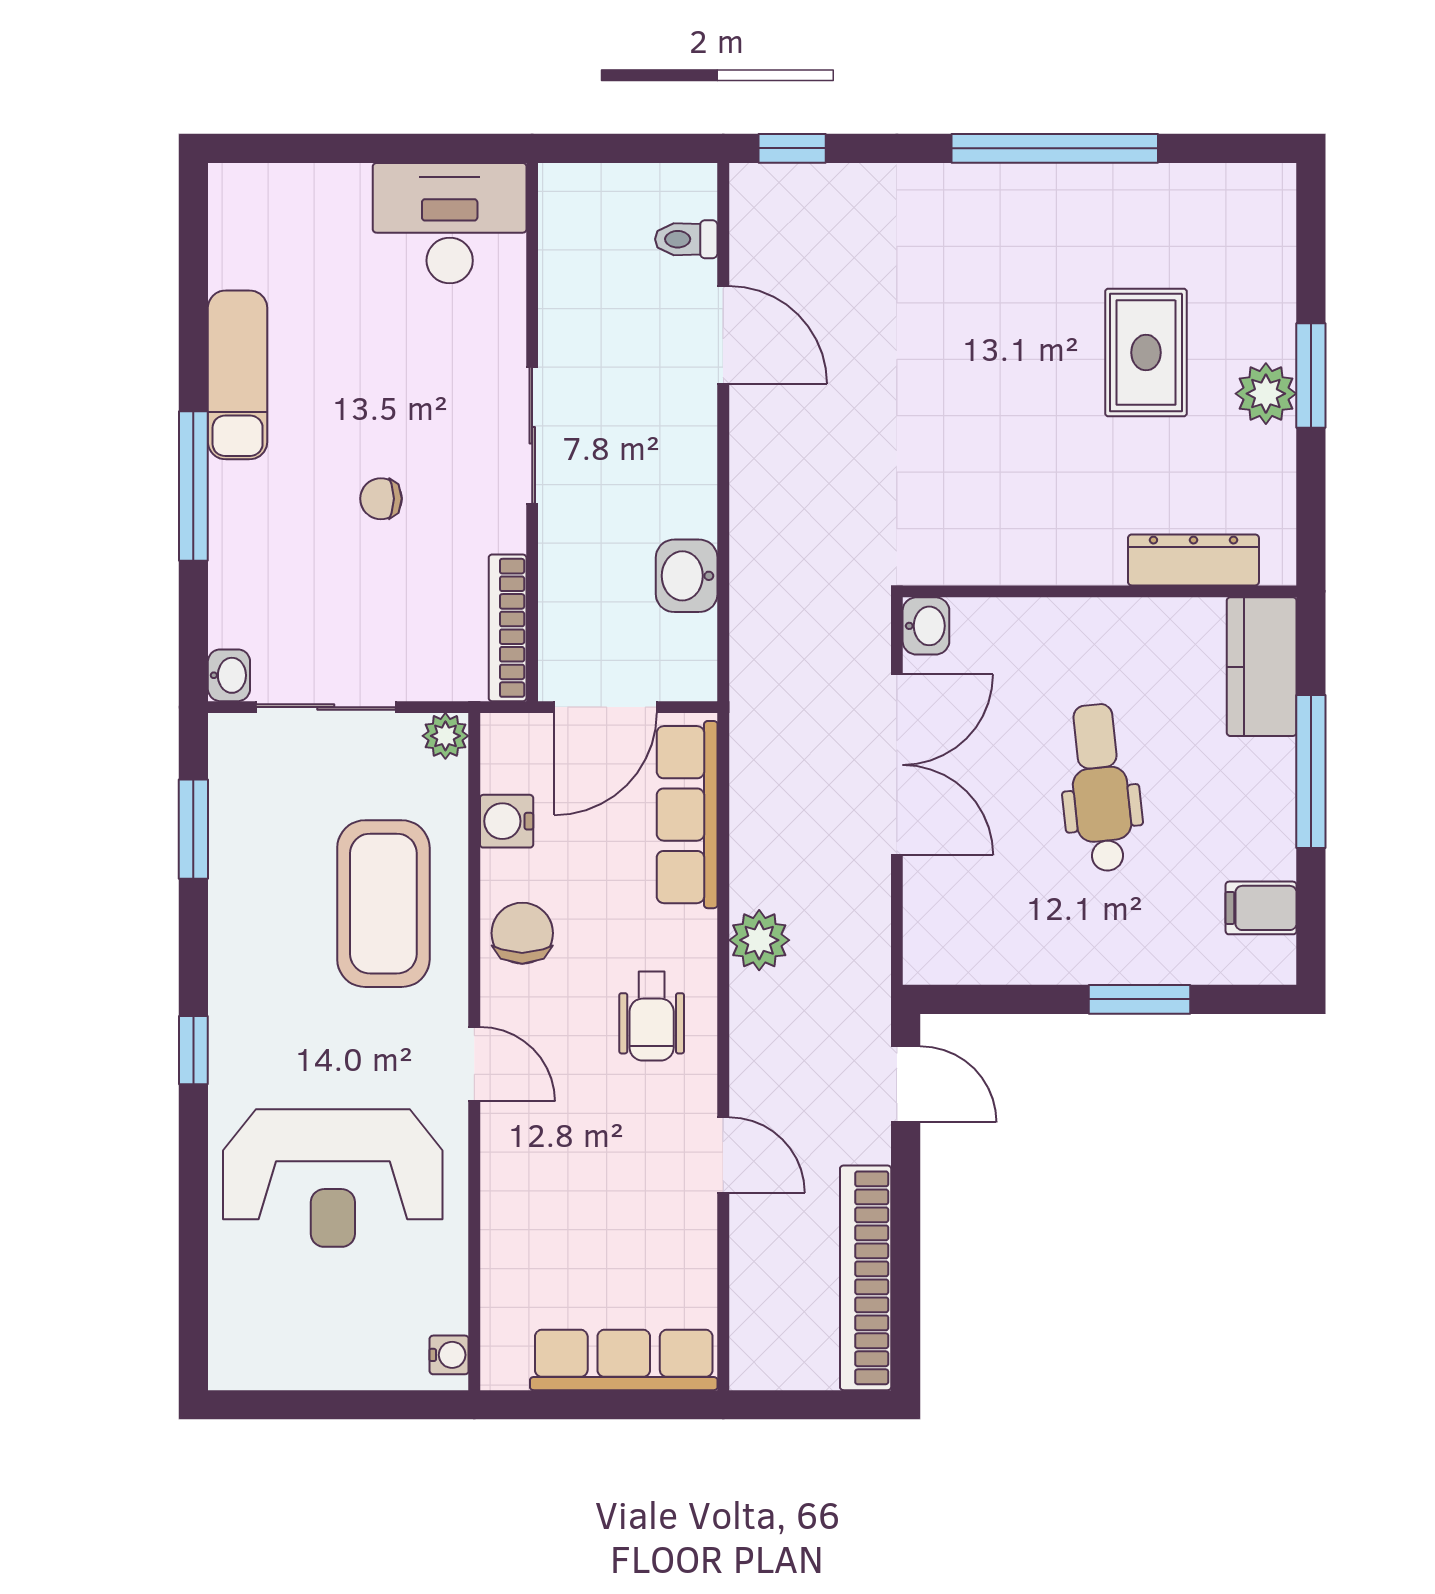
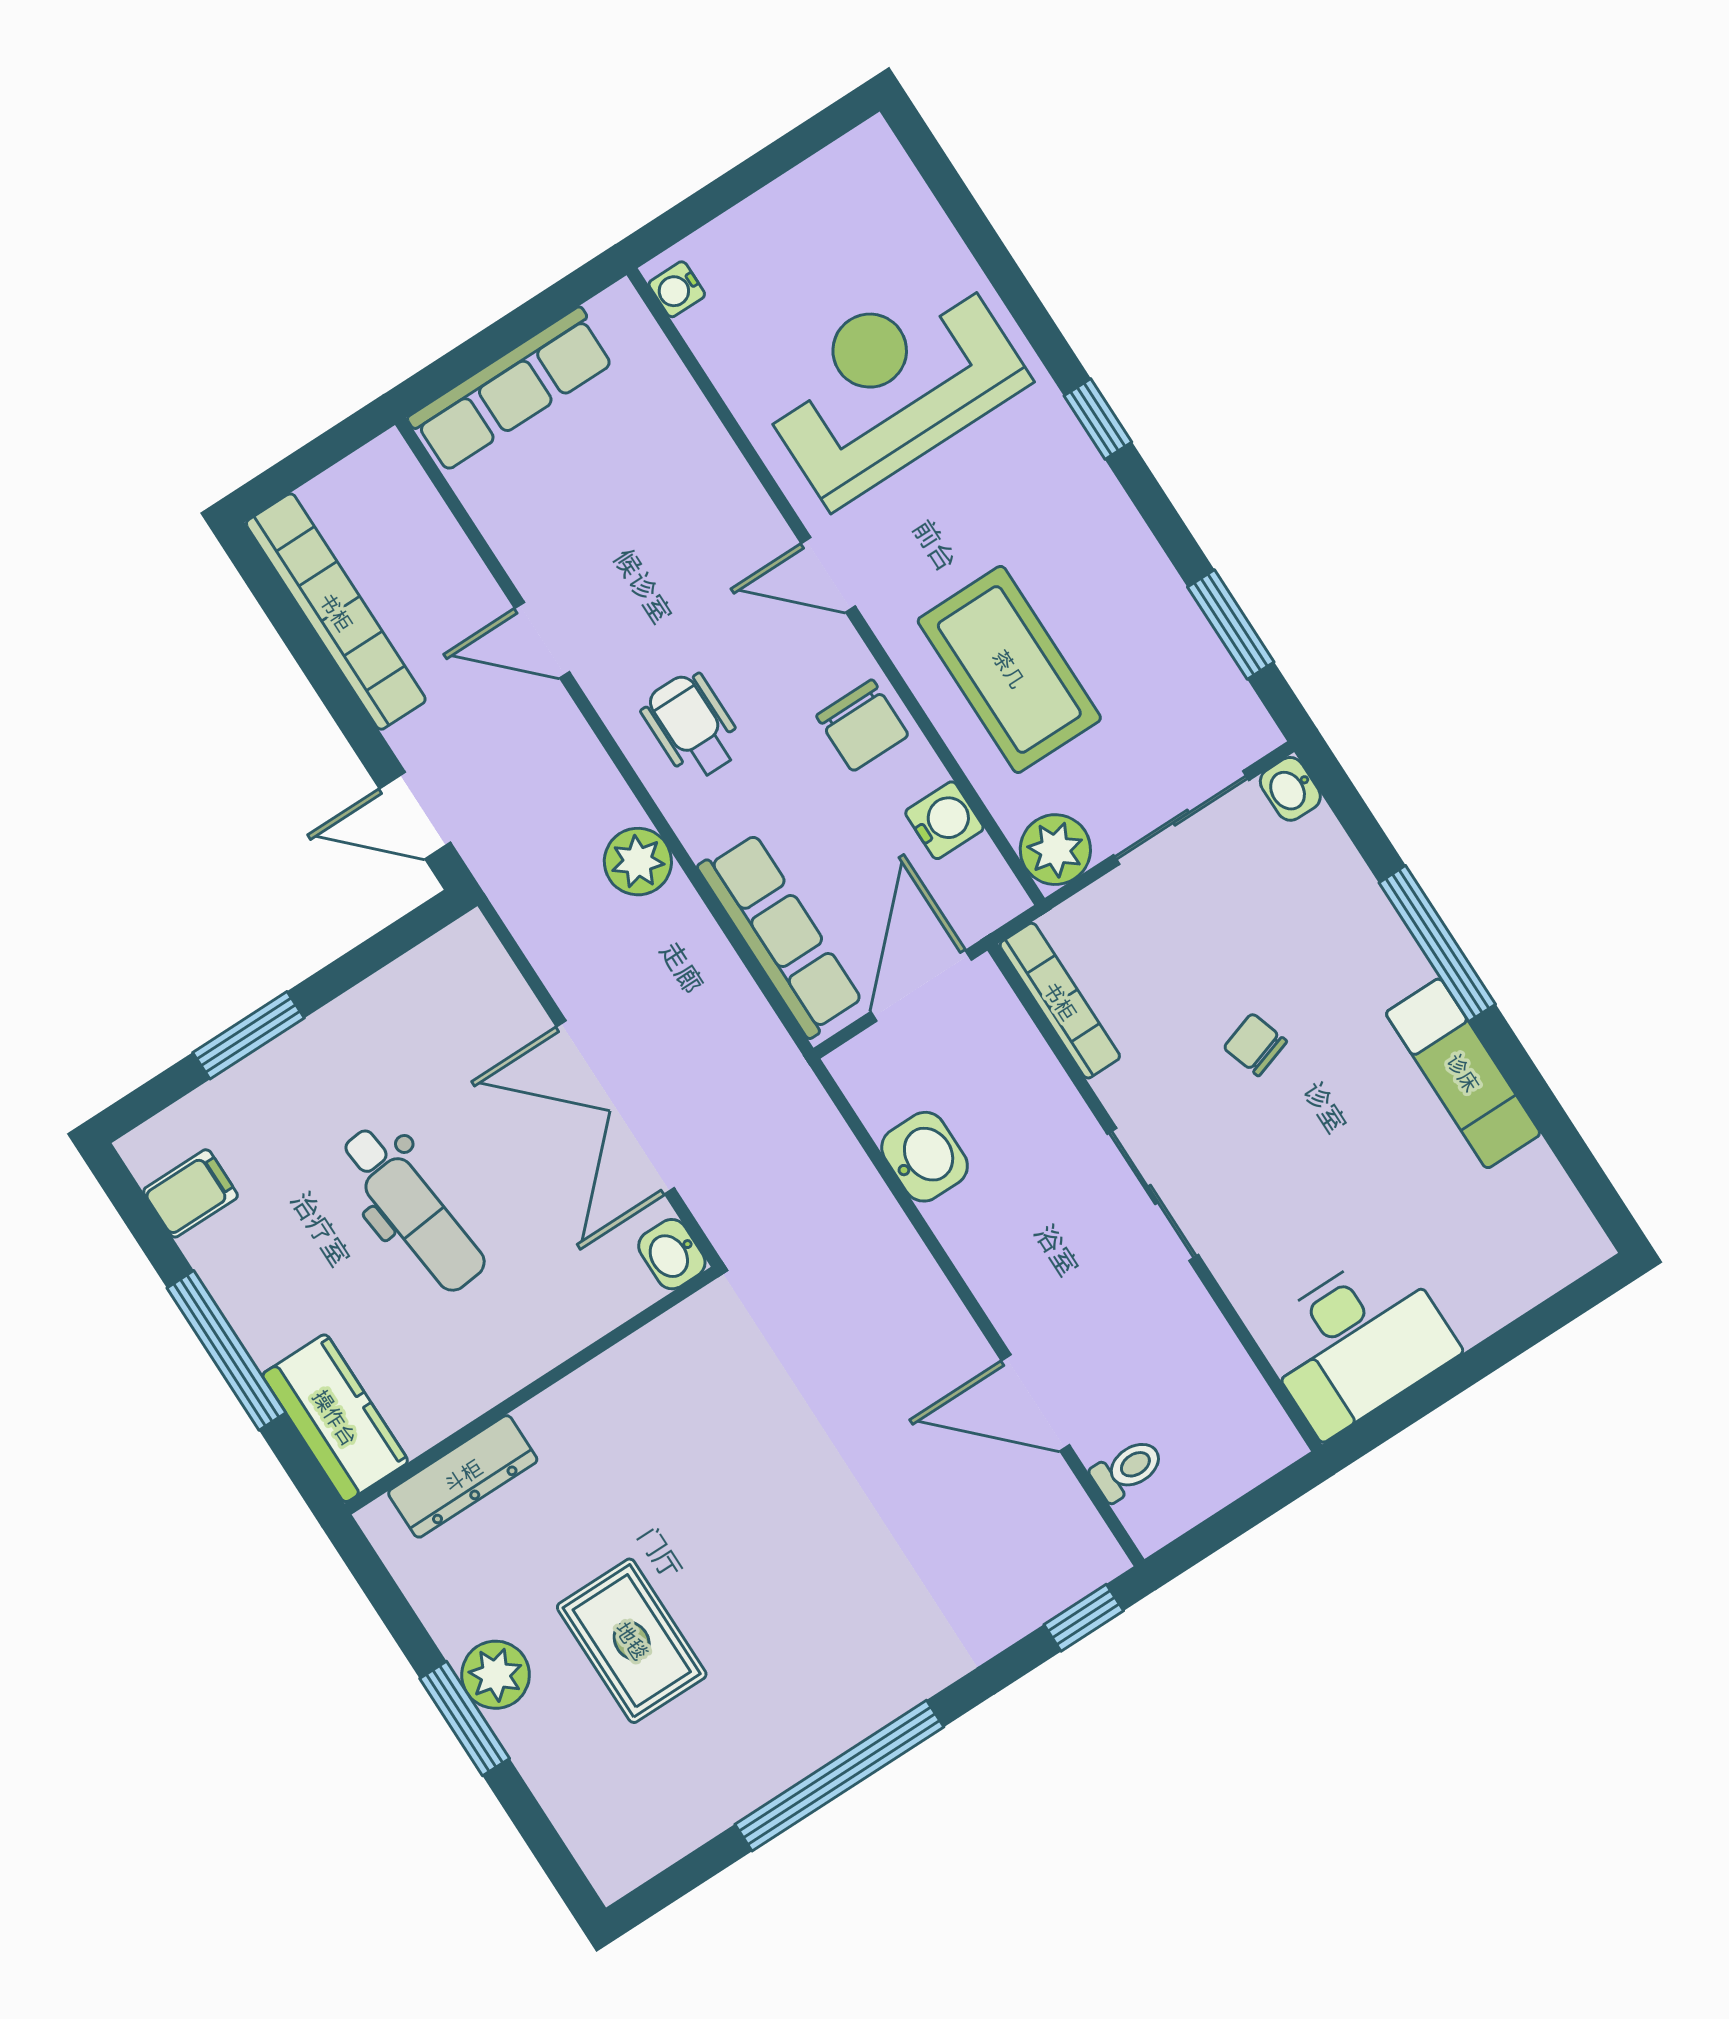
chair: (381, 499) -> (1255, 1045), turned -108
plant: (445, 736) -> (1055, 850), width x1.38, depth x1.38

